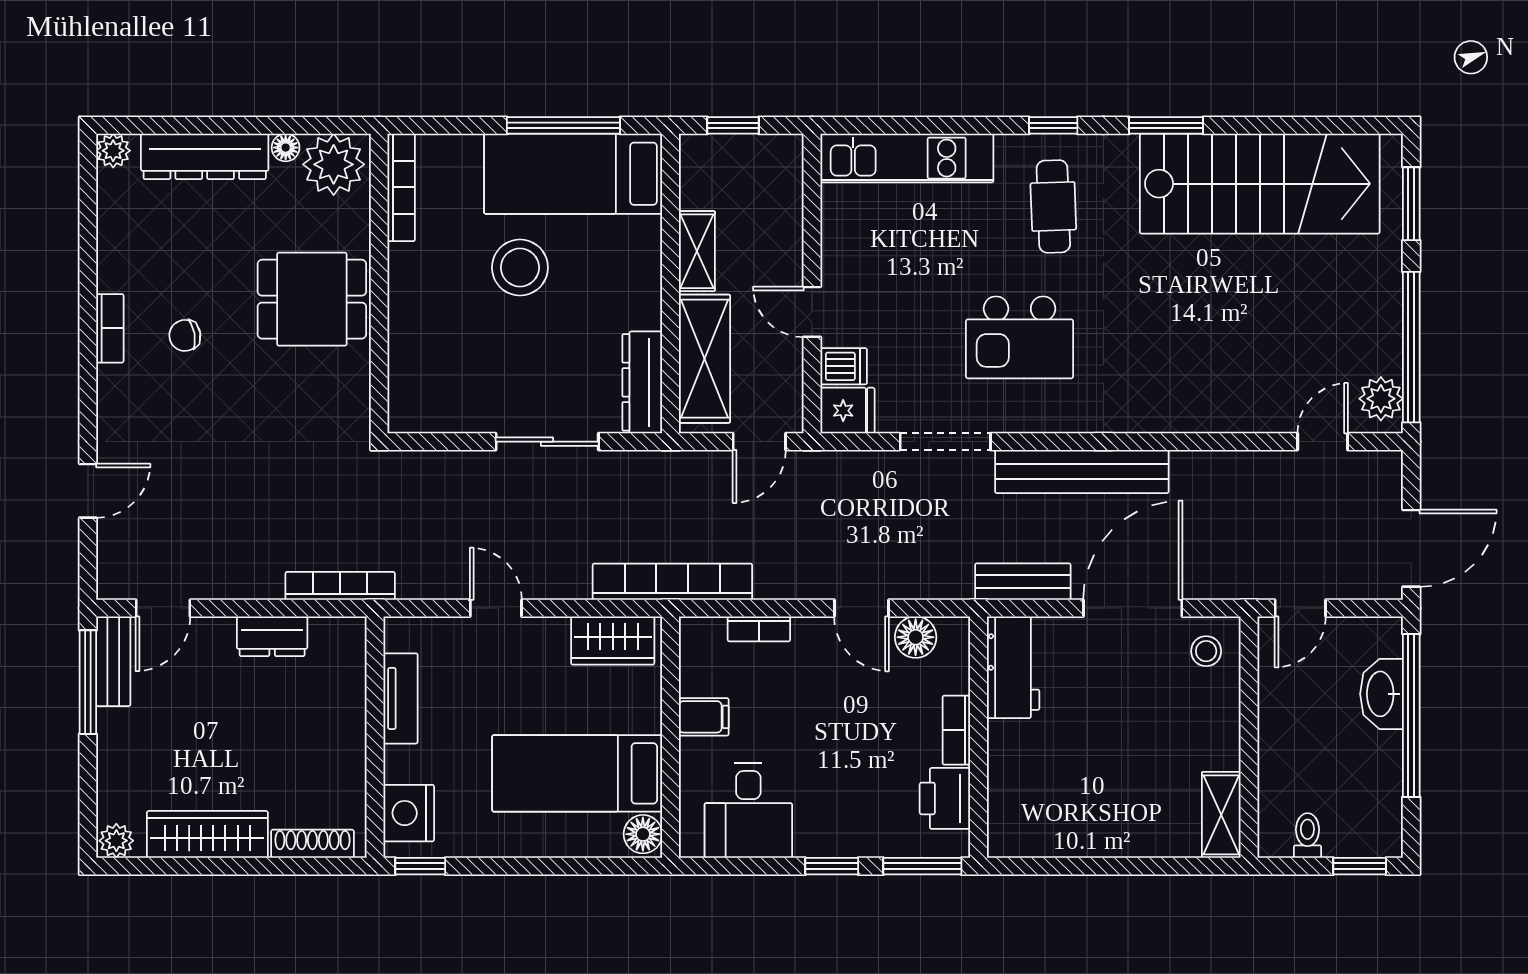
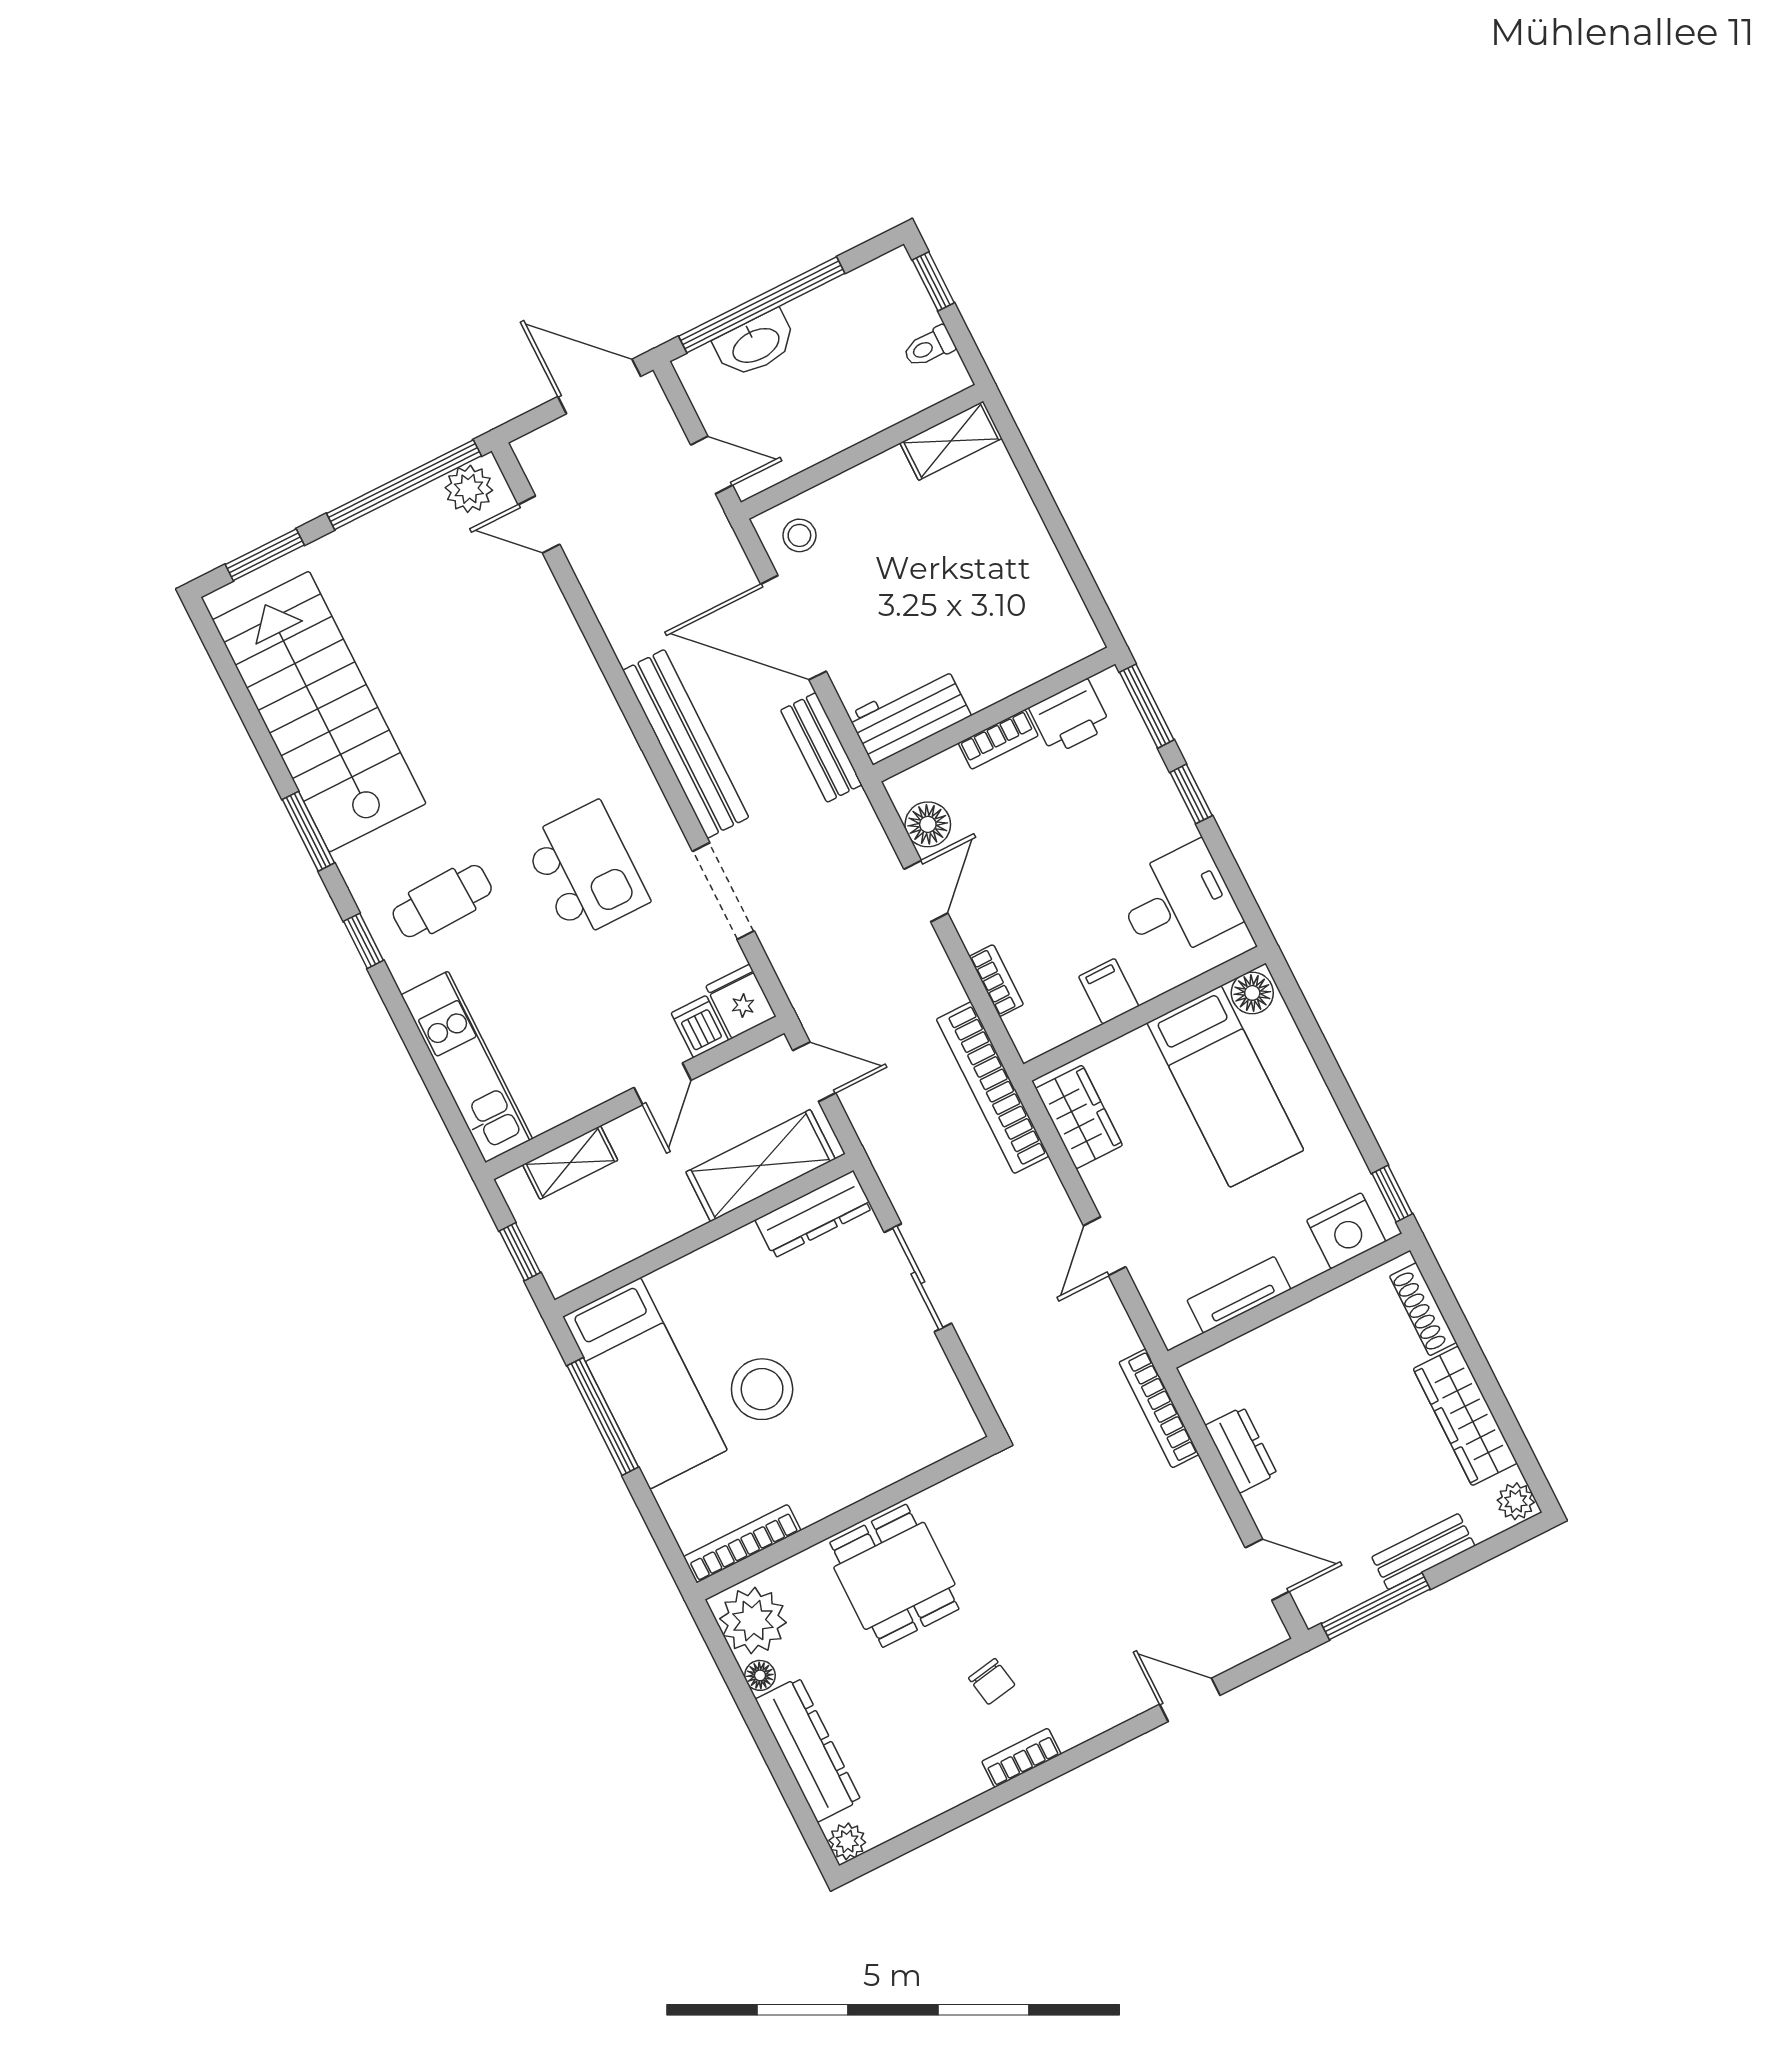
shelving: (697, 251) -> (570, 1162), moved
bench: (113, 661) -> (1423, 1551), moved

